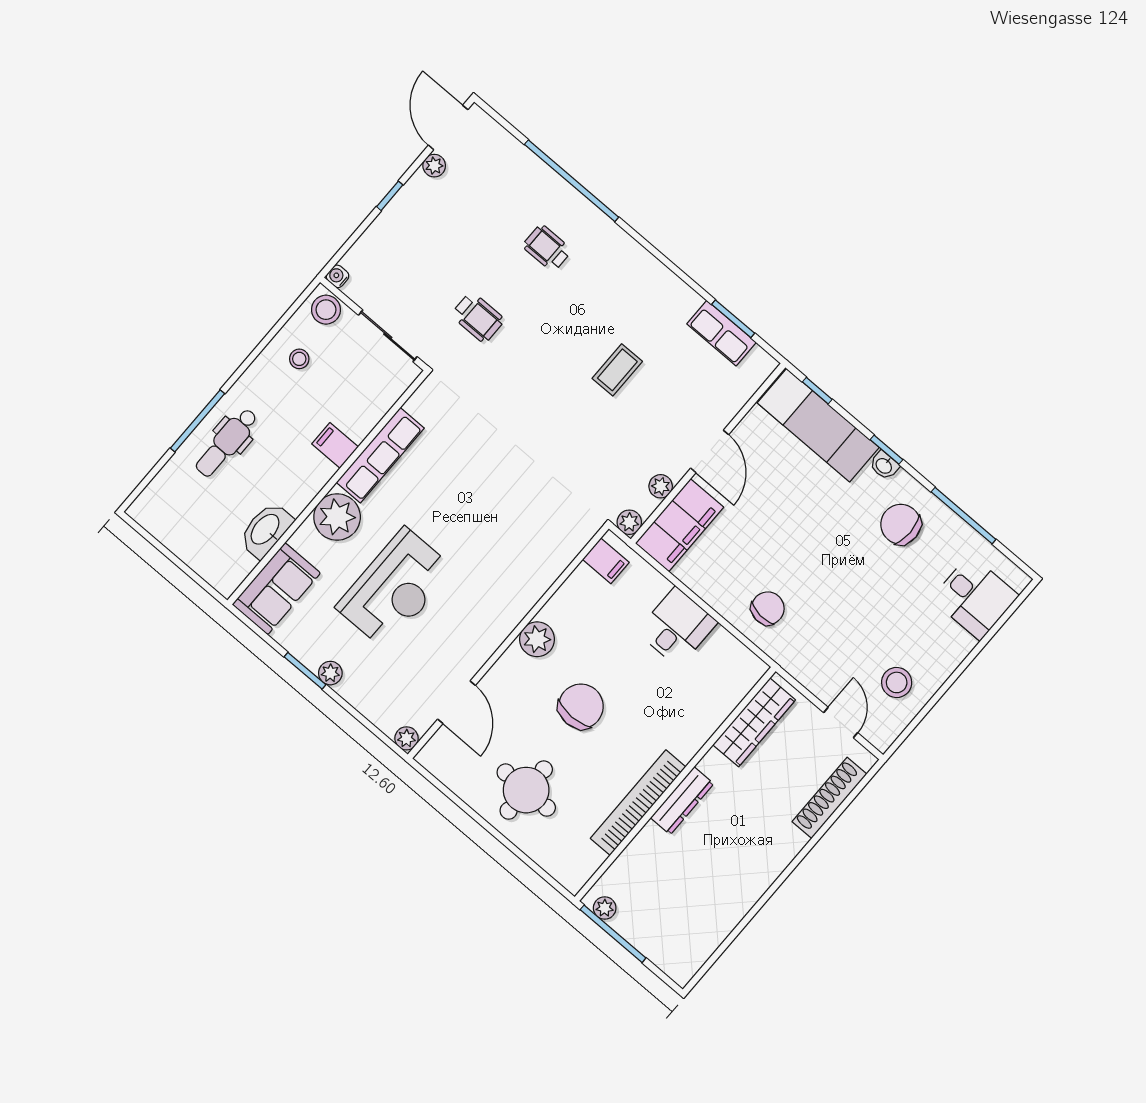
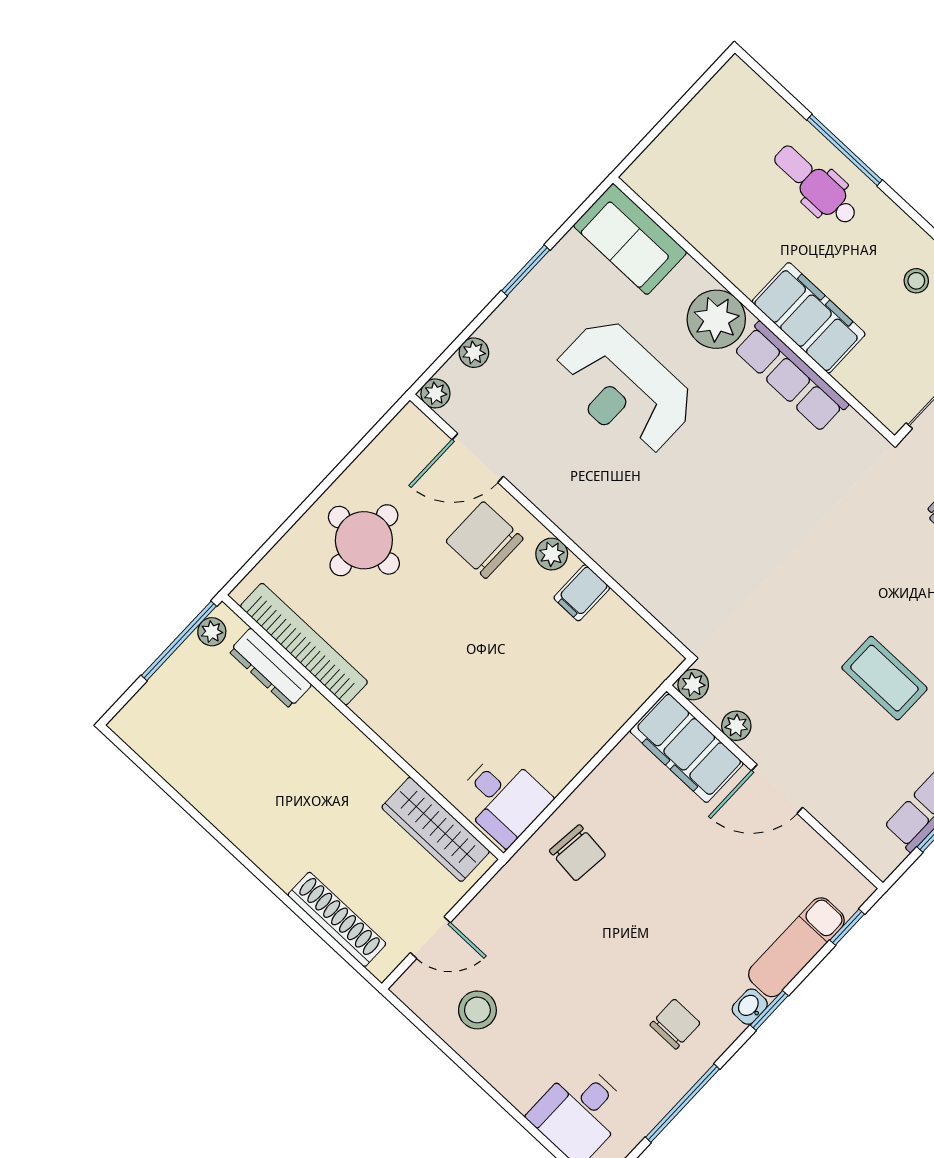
coffee table: (617, 370) -> (884, 678), width x1.36, depth x1.30
exam couch: (818, 425) -> (796, 947), width x0.73, depth x0.69
filing cabinet: (335, 445) -> (809, 318), width x3.00, depth x1.17
chair: (901, 524) -> (675, 1024), width x0.73, depth x0.73
washbasin: (266, 530) -> (704, 229), removed
filing cabinet: (606, 561) -> (582, 593), moved
desk: (677, 627) -> (503, 798), moved
plant: (537, 639) -> (552, 554), width x0.73, depth x0.73
plant: (330, 673) -> (474, 353), moved
chair: (581, 706) -> (485, 540), moved, turned 180
dresser: (682, 801) -> (270, 668), moved
bookcase: (638, 803) -> (304, 644), moved

